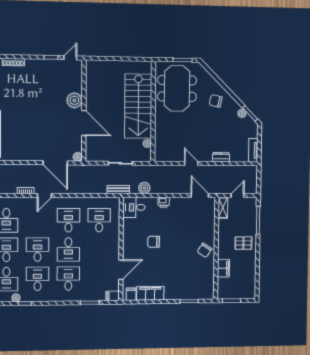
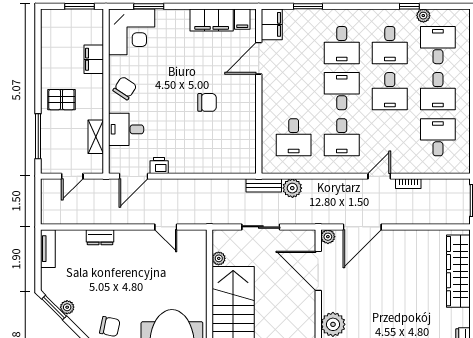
door: (84, 123) -> (318, 271), moved
door: (55, 163) -> (362, 227), swing flipped
door: (191, 164) -> (166, 227), moved
plant: (144, 188) -> (292, 188), moved
door: (200, 196) -> (134, 176), hinge flipped
printer: (164, 202) -> (159, 165), moved
desk: (134, 207) -> (126, 129), moved, turned 180
shelving: (223, 208) -> (96, 137), moved
corner desk: (200, 285) -> (132, 32), added
filing cabinet: (113, 296) -> (272, 24), width x2.00

